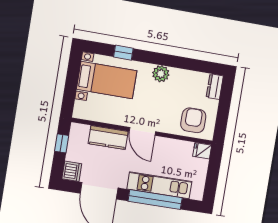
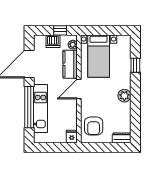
bed with nightstands: (107, 80) -> (99, 56), moved
armchair: (193, 120) -> (94, 126), turned 90
plant: (83, 130) -> (73, 45), added
dishwasher: (72, 171) -> (53, 41), moved

